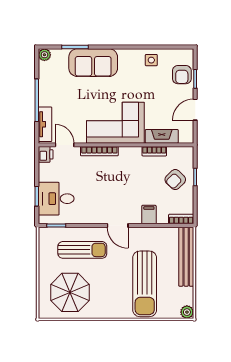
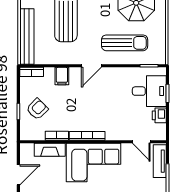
bookcase: (99, 151) -> (87, 136), moved
printer: (46, 154) -> (159, 115), moved
door: (118, 226) -> (91, 66), swing flipped
sun lounger: (82, 250) -> (125, 43), turned 180

